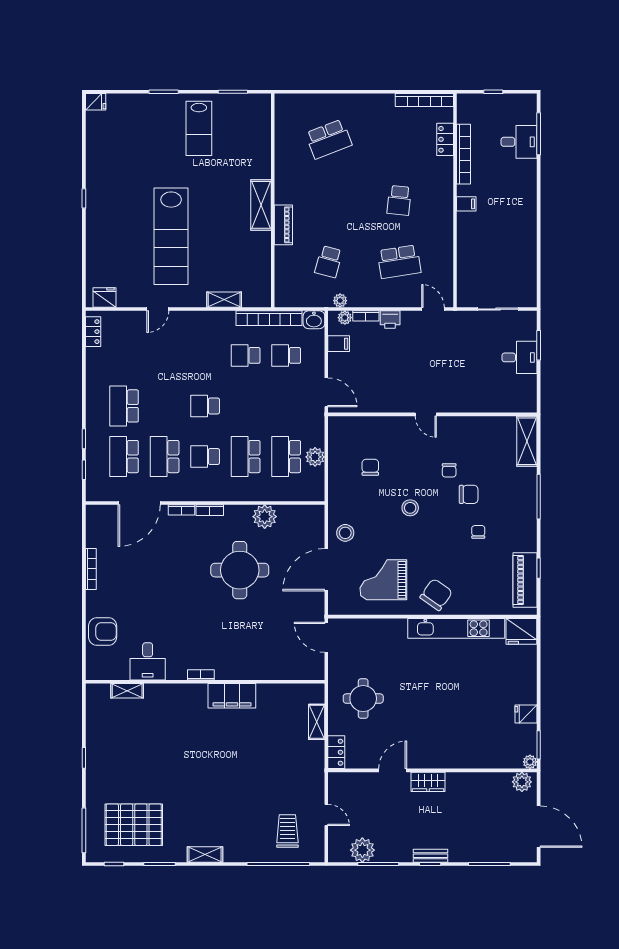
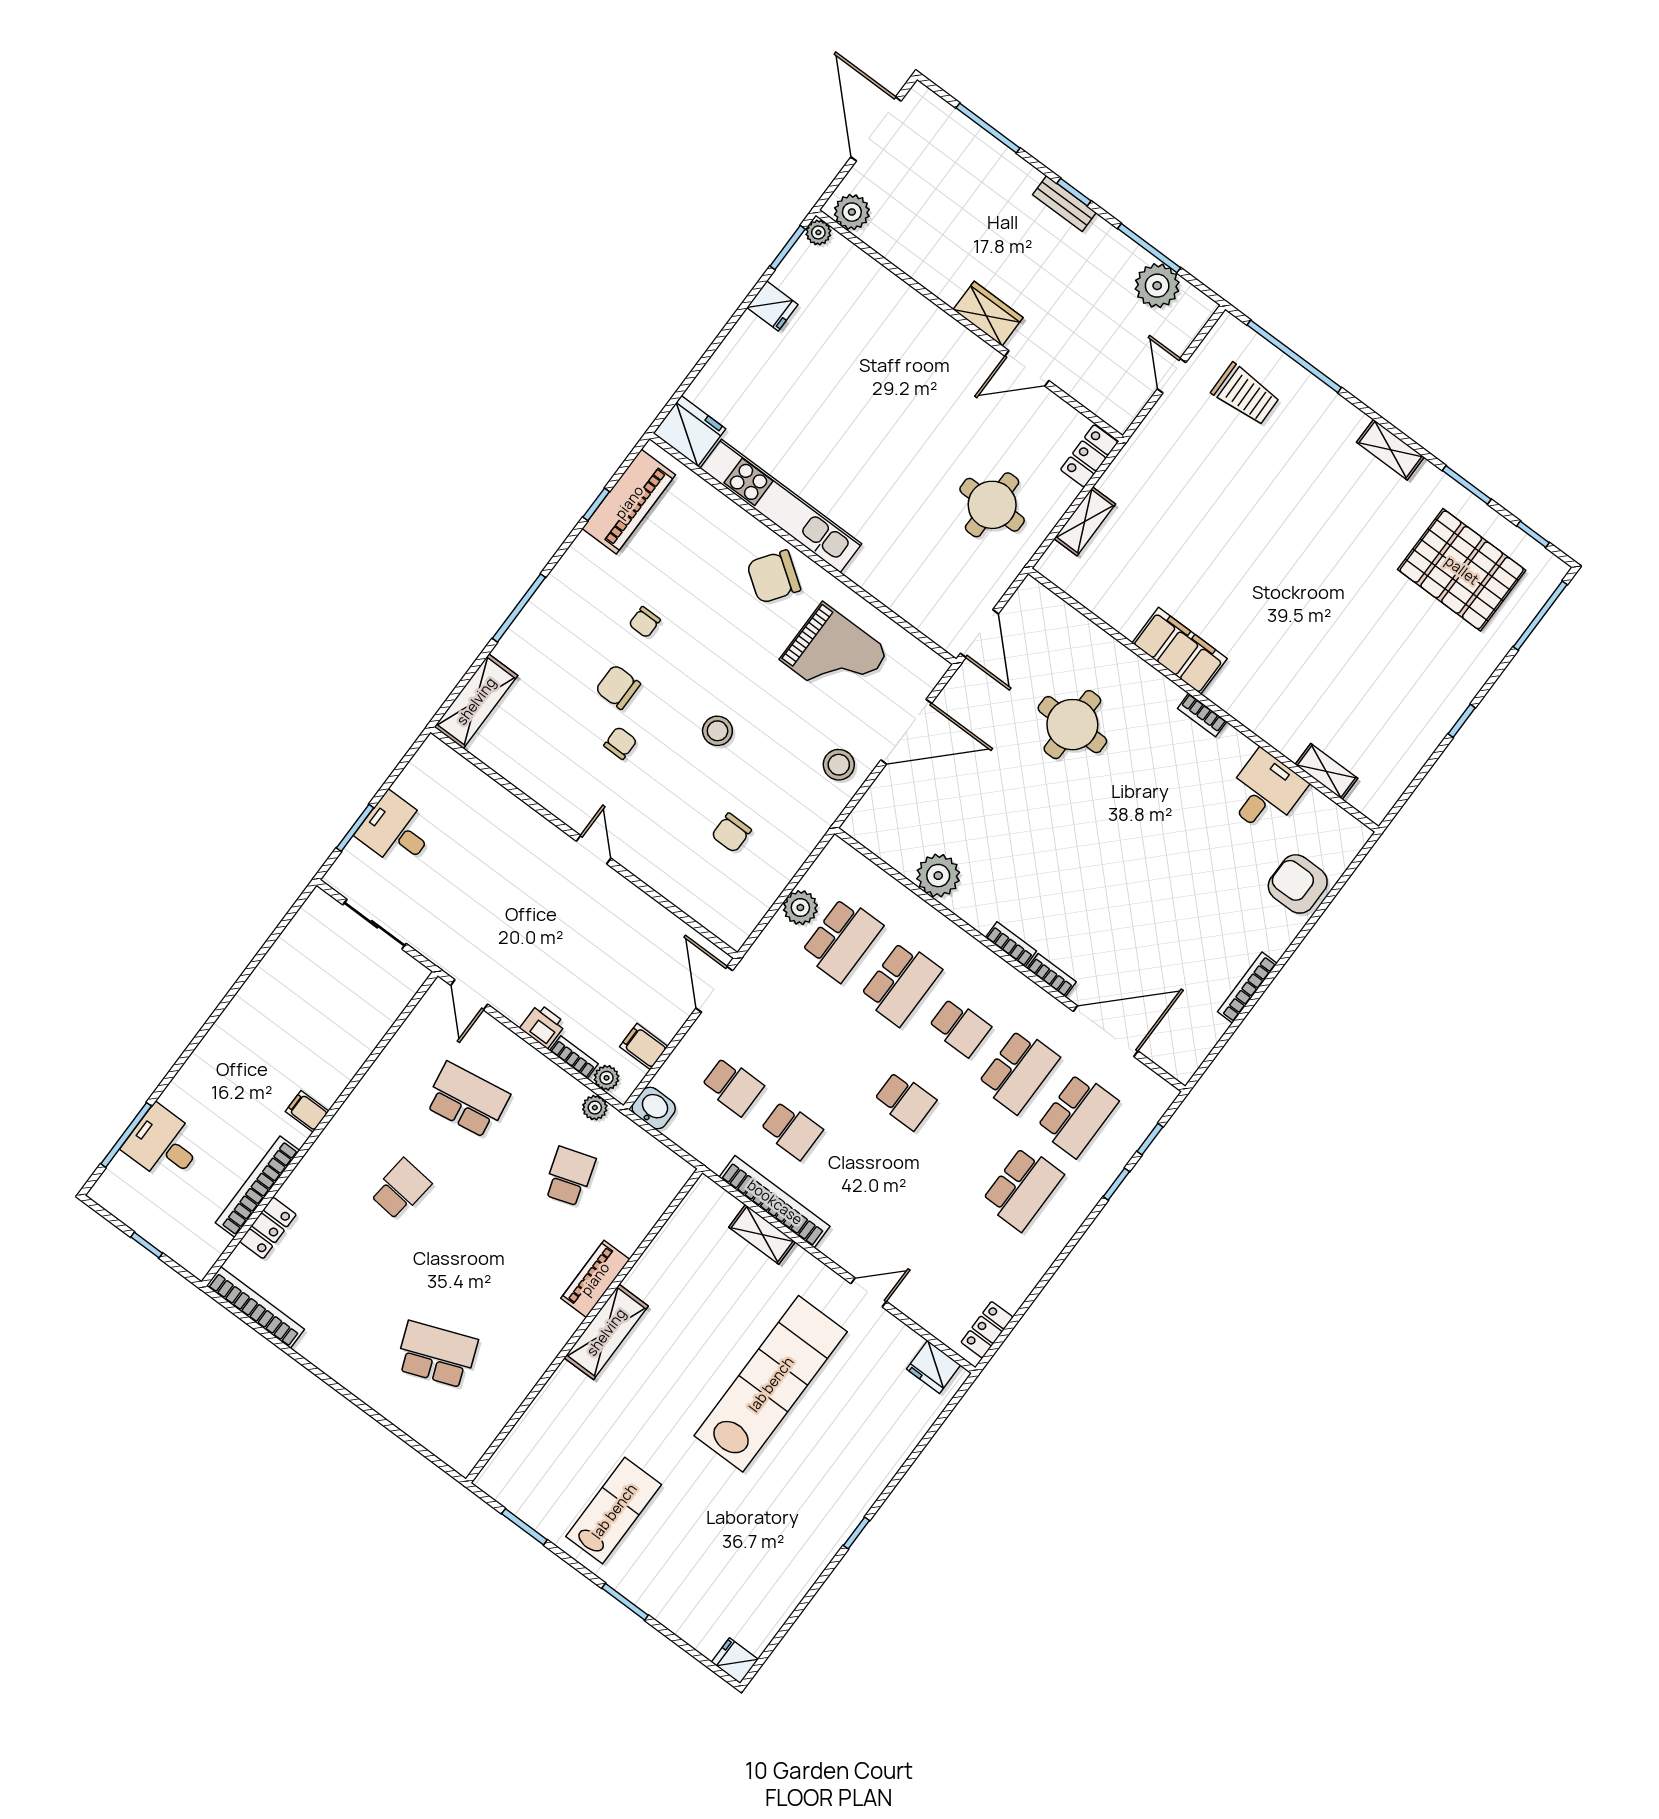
school desk: (329, 262) -> (569, 1176), turned -33
bookcase: (269, 318) -> (775, 1202), moved
round table: (240, 570) -> (1072, 725), moved, width x0.73, depth x0.73
trolley: (287, 831) -> (1245, 394), turned -91

